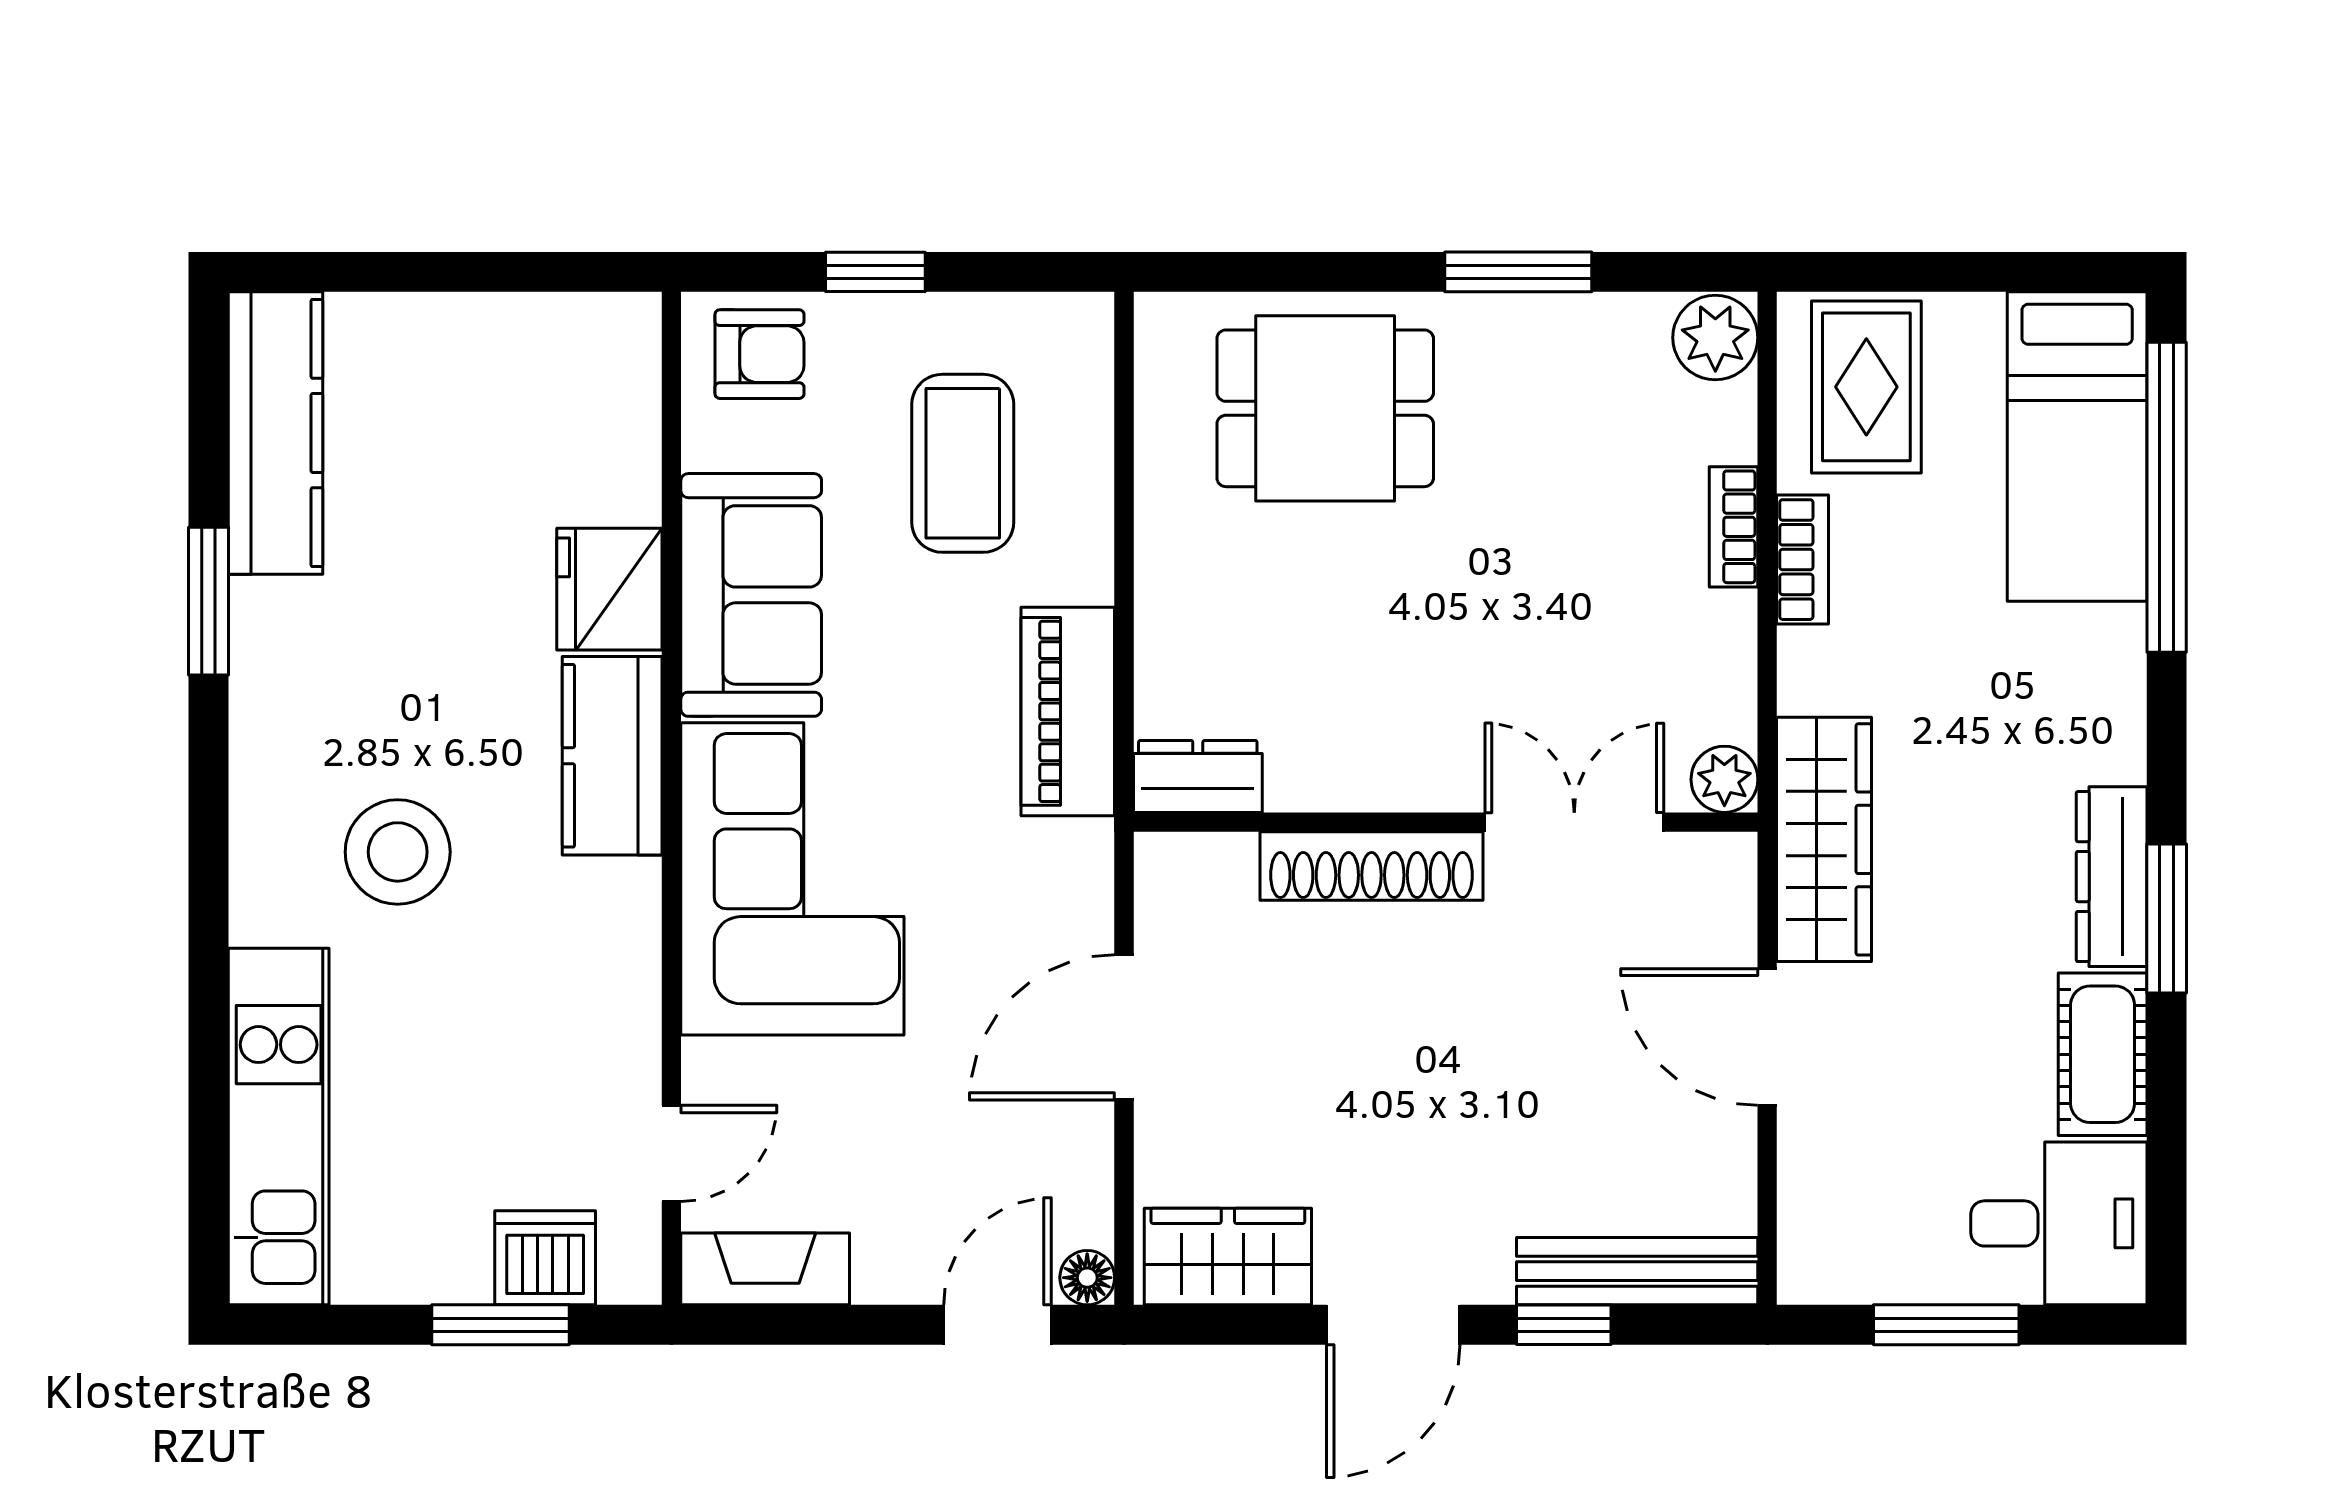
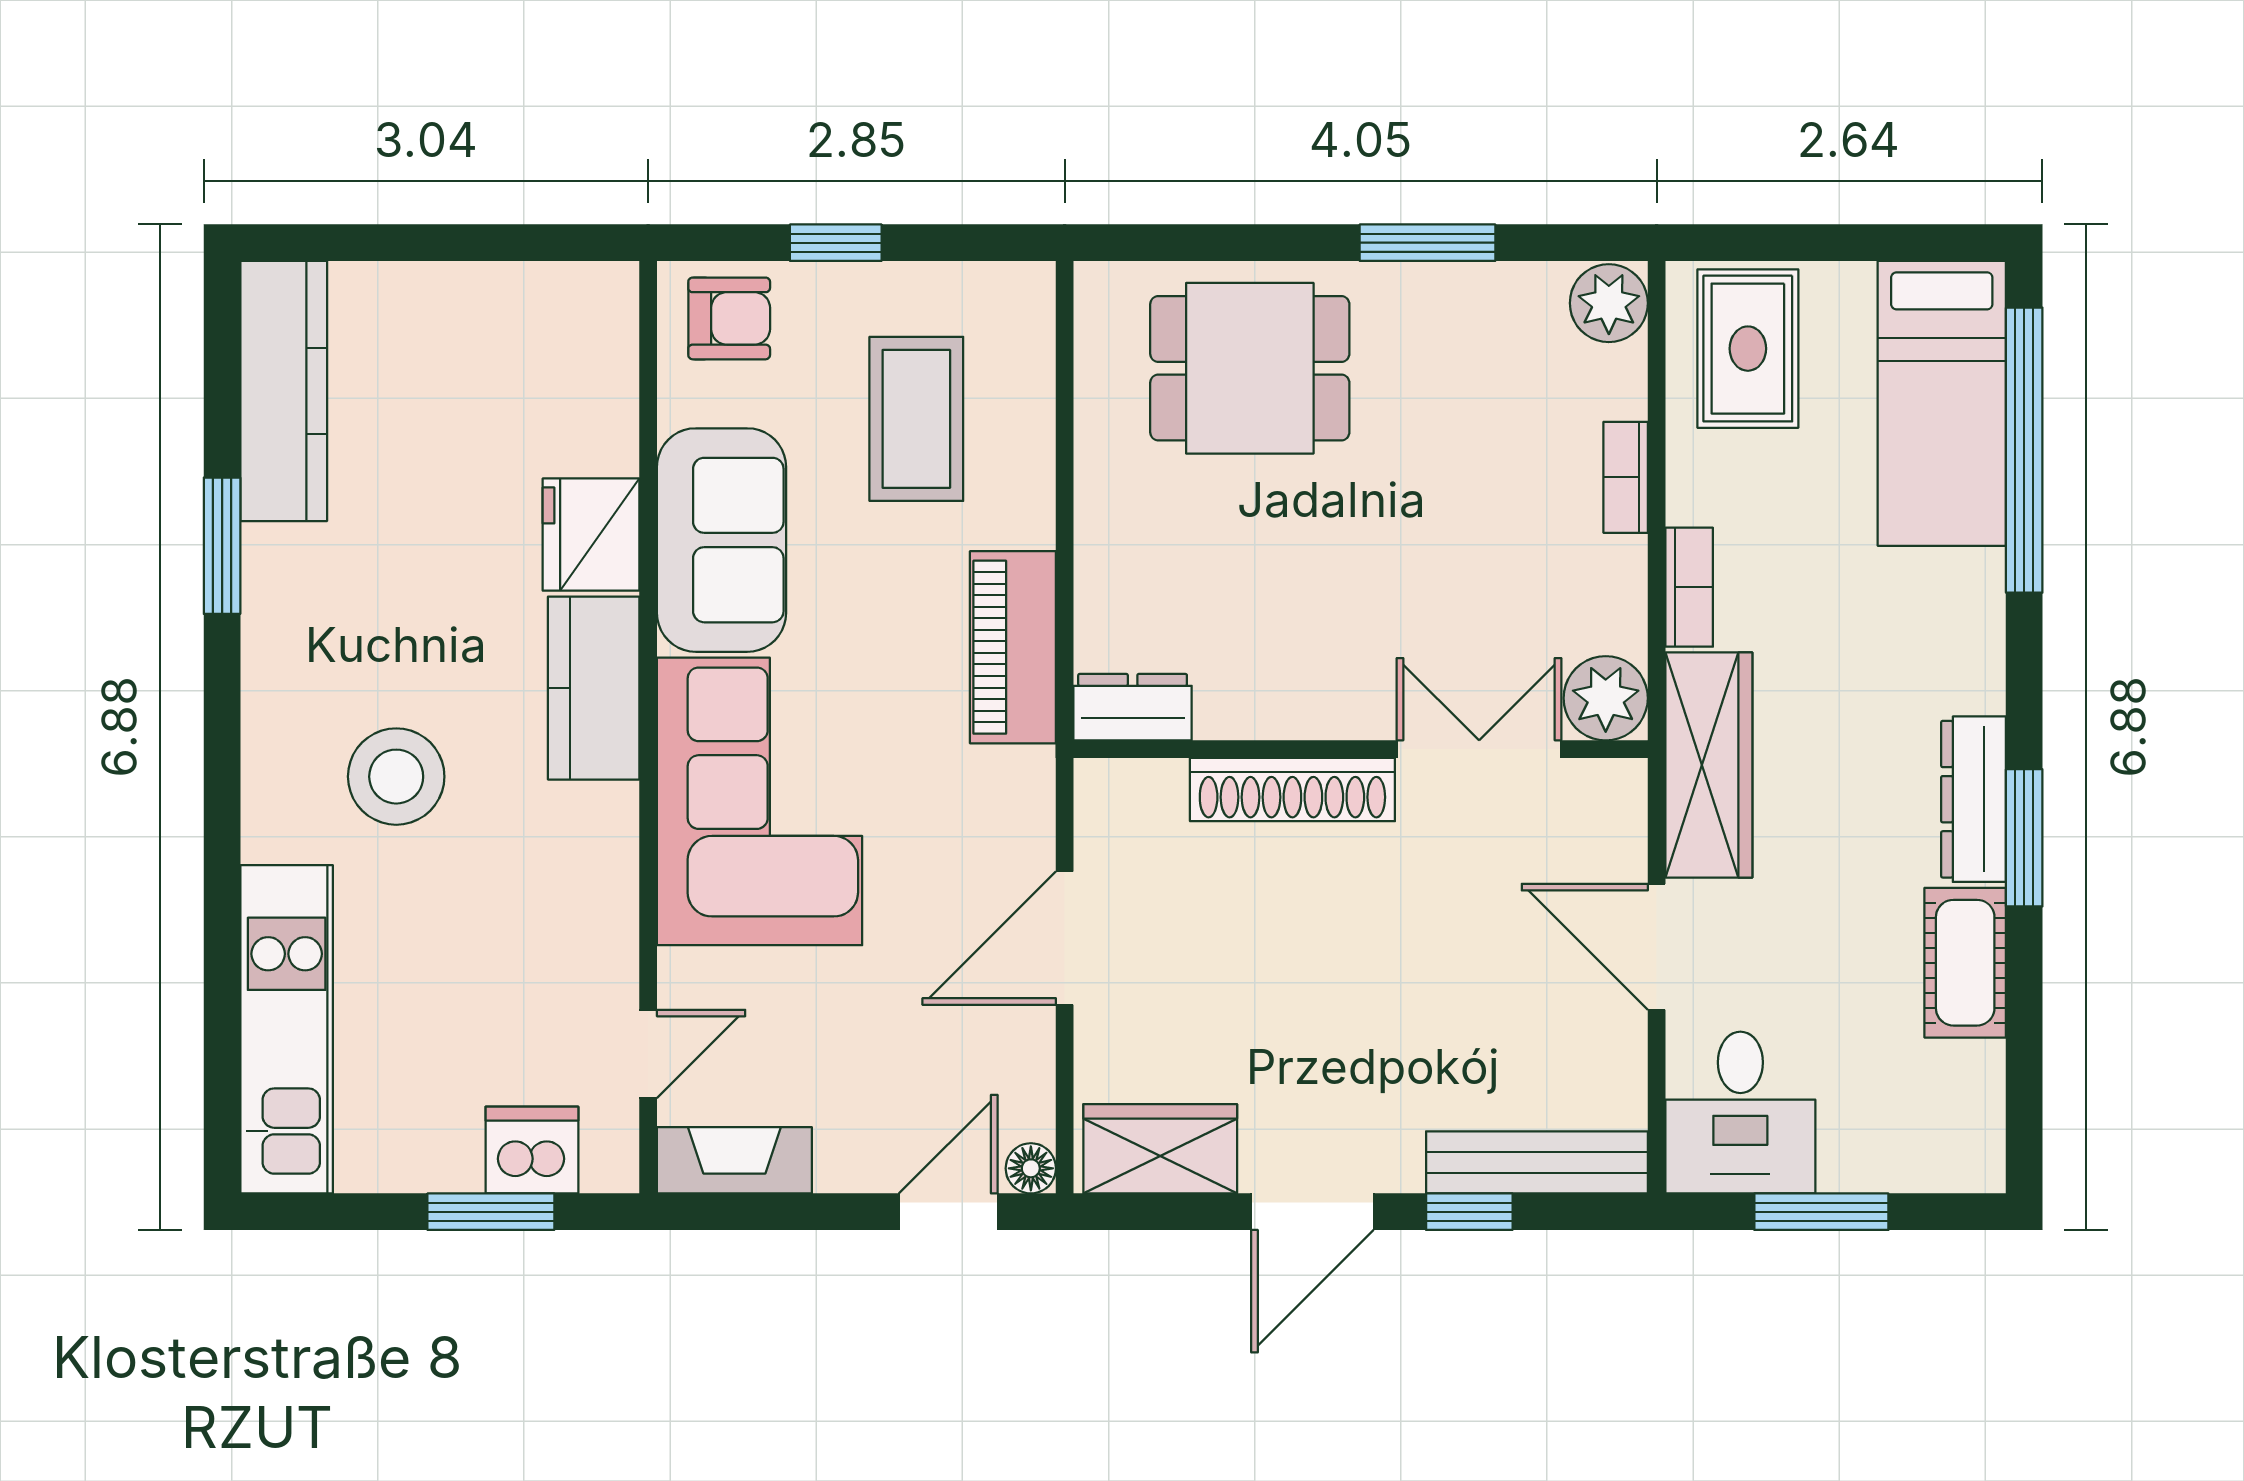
bookcase: (1803, 560) -> (1689, 587), moved
plant: (1724, 779) -> (1606, 698), width x1.38, depth x1.38
desk: (2059, 1223) -> (1740, 1113), moved, turned 90

